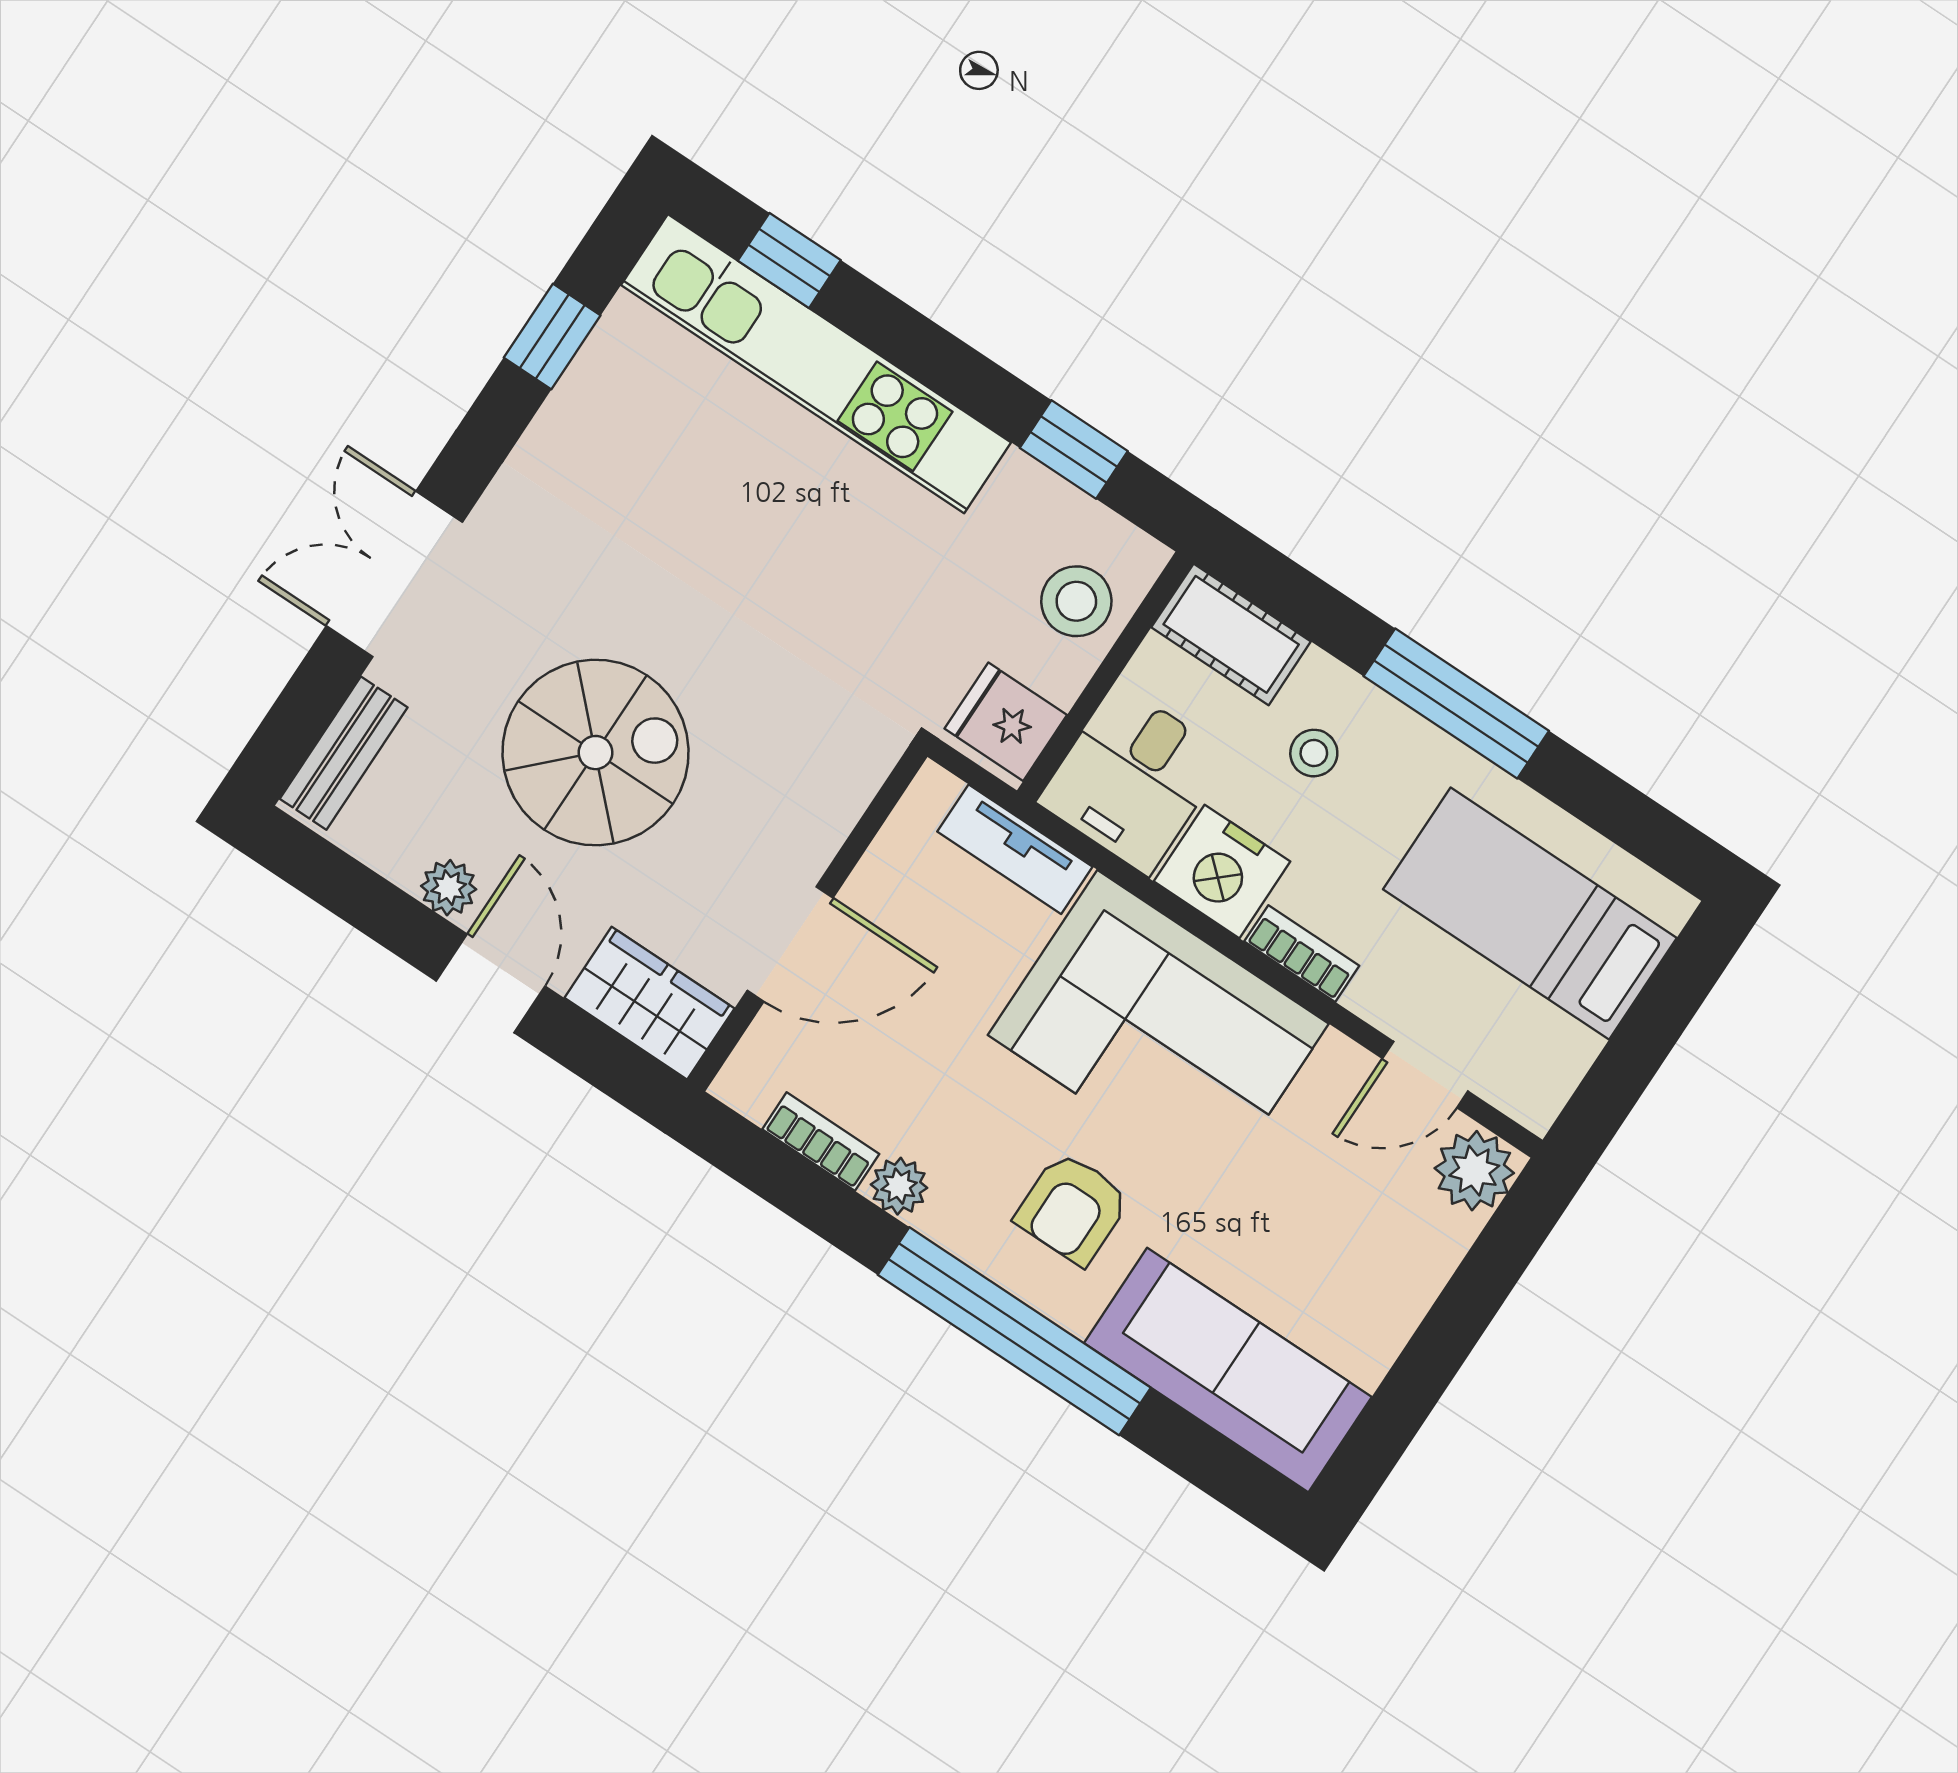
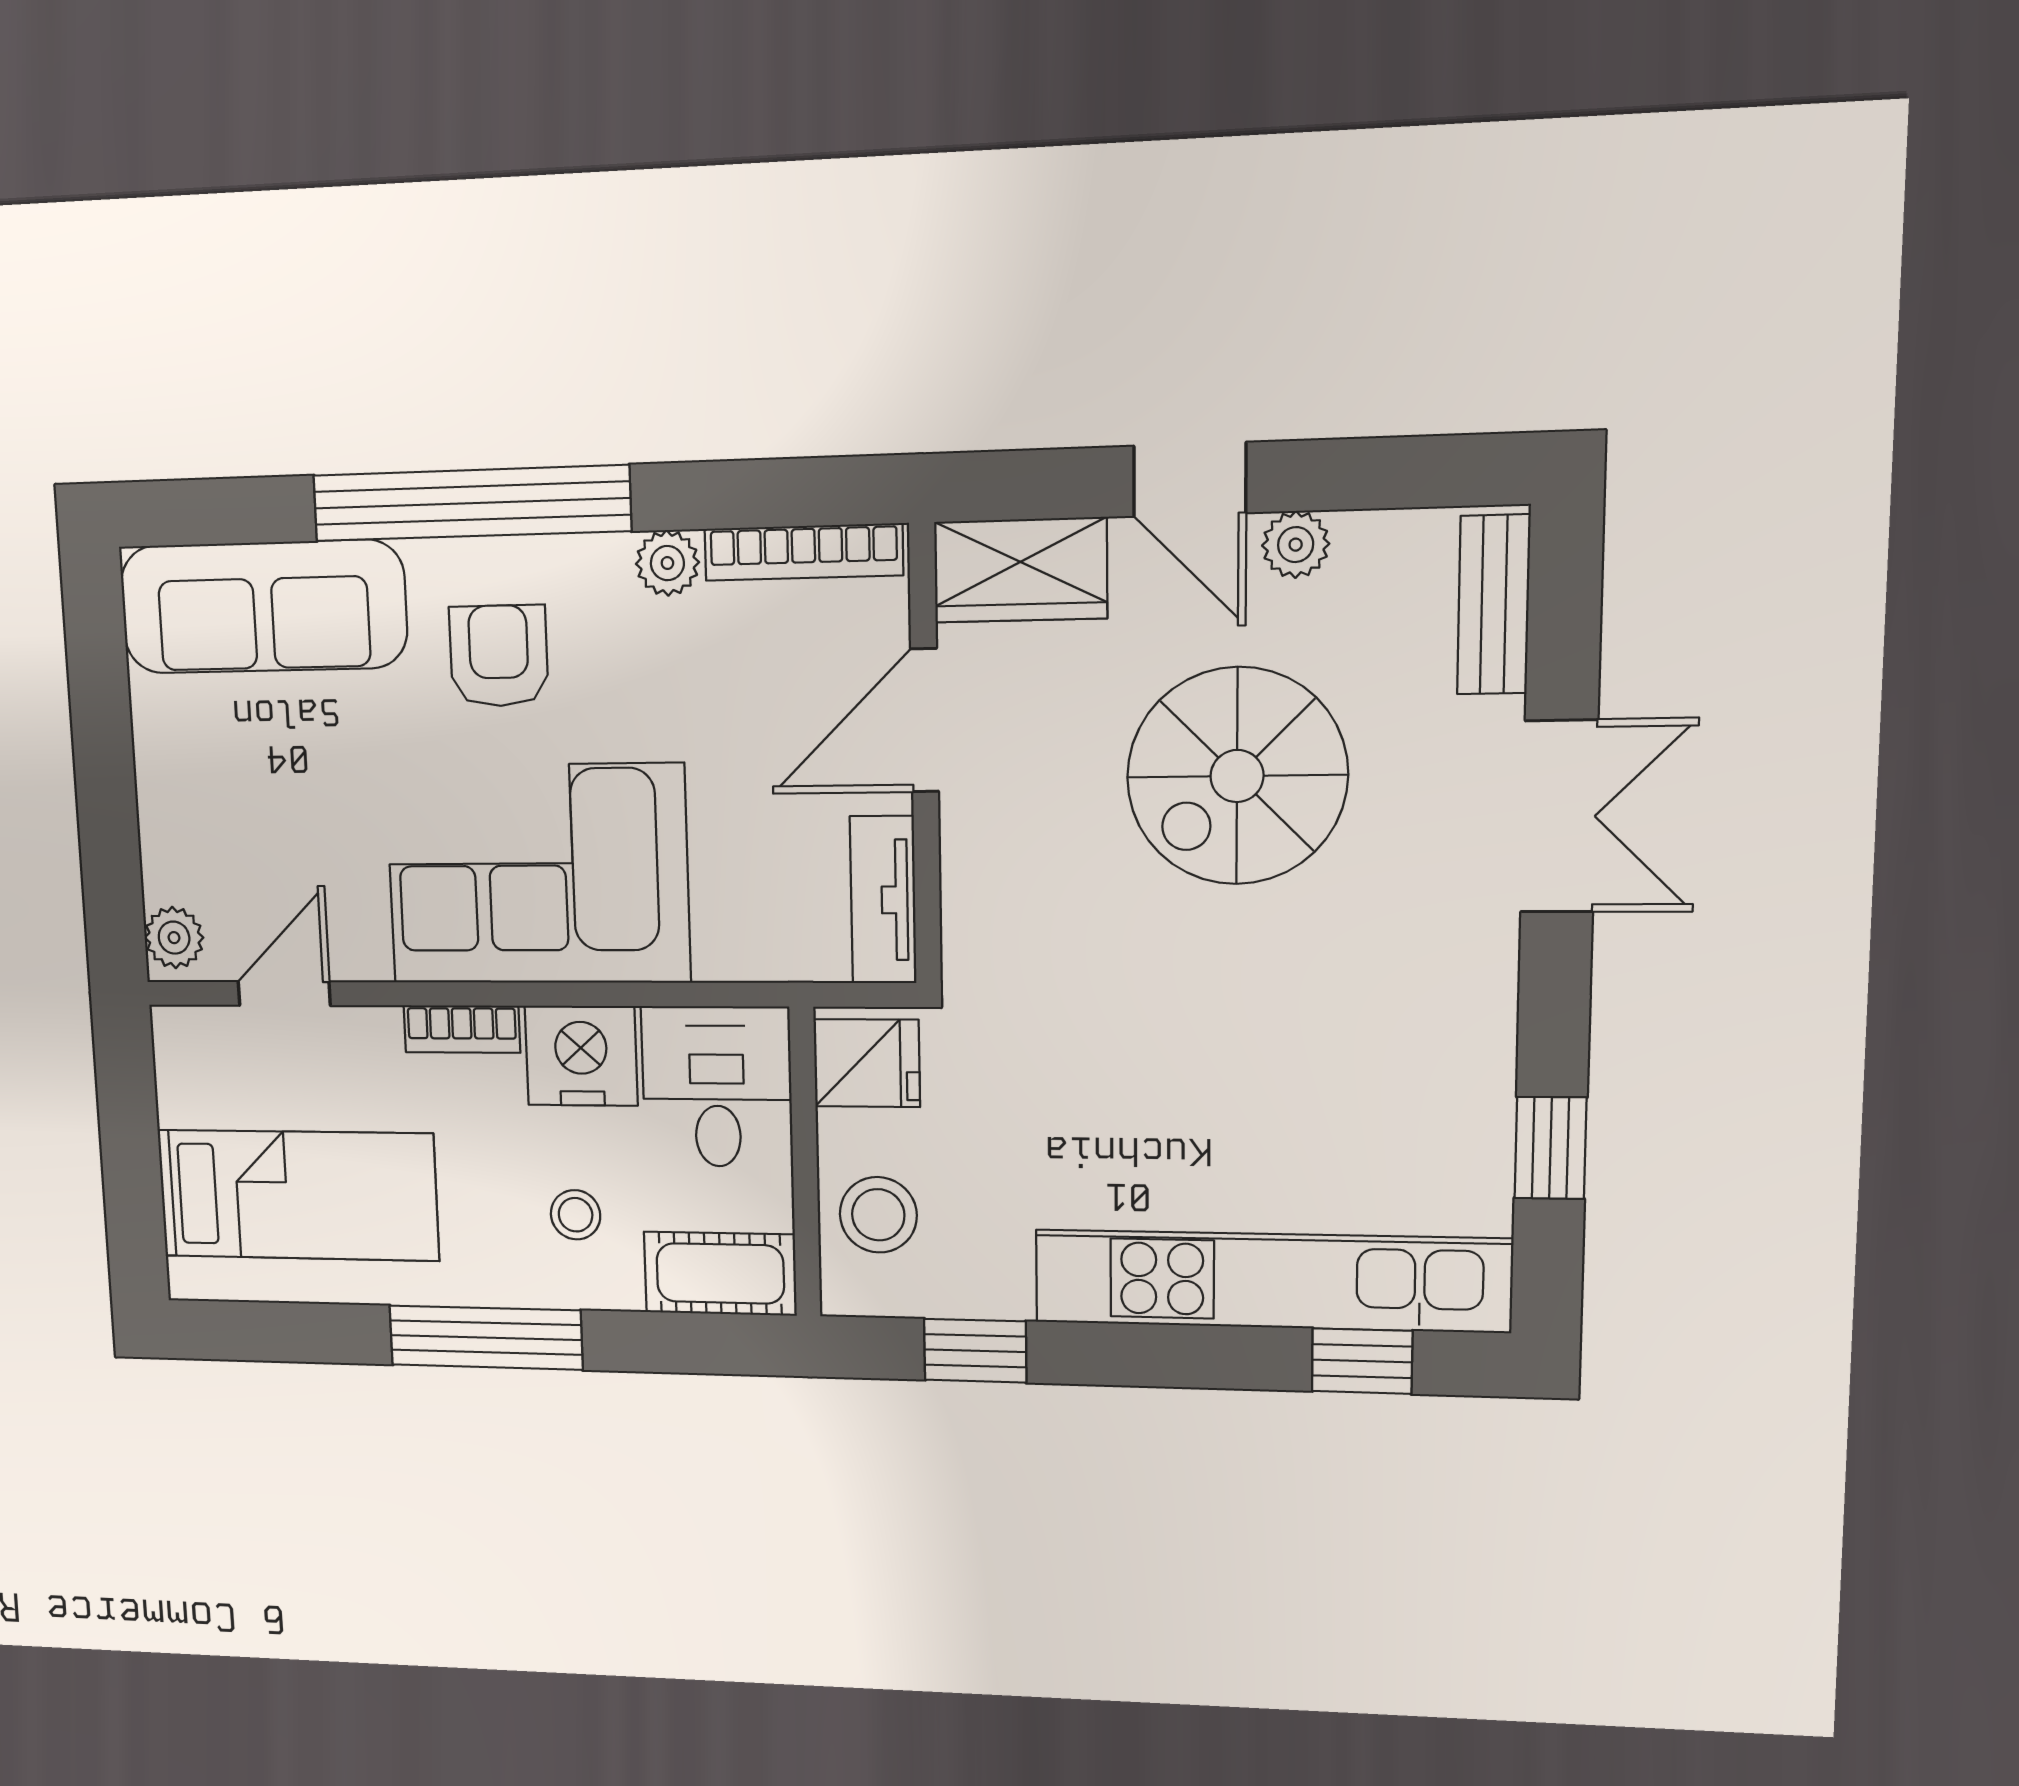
tv unit: (1015, 849) -> (883, 900), moved, turned -90
bookcase: (821, 1142) -> (804, 552), width x1.56
plant: (1474, 1171) -> (174, 938), width x0.73, depth x0.73

